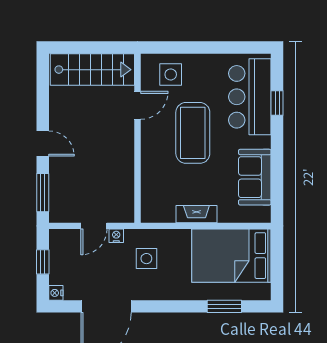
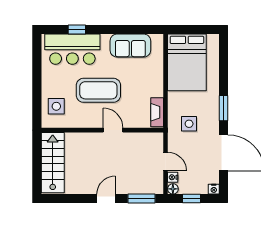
door: (137, 105) -> (113, 130), moved
fireplace: (196, 214) -> (157, 112), moved
floor lamp: (56, 236) -> (173, 189), added
nightstand: (116, 236) -> (173, 177), moved
window: (224, 306) -> (224, 108), moved

